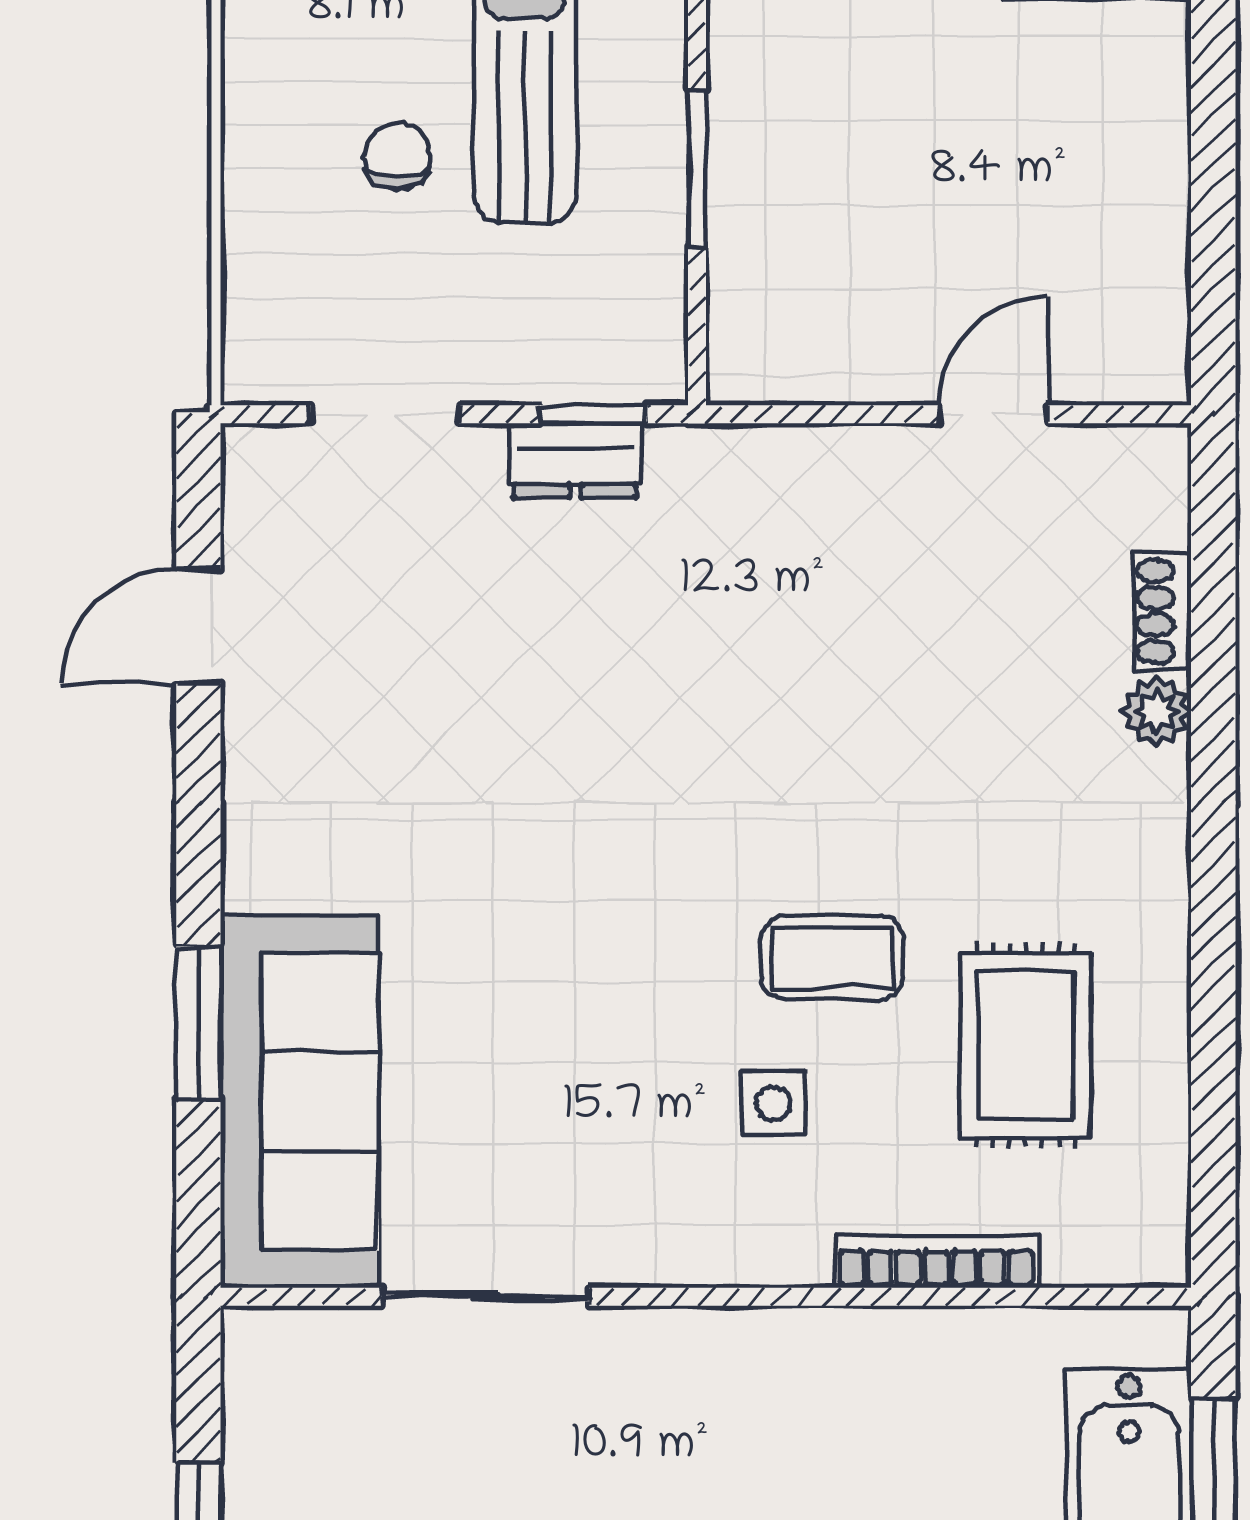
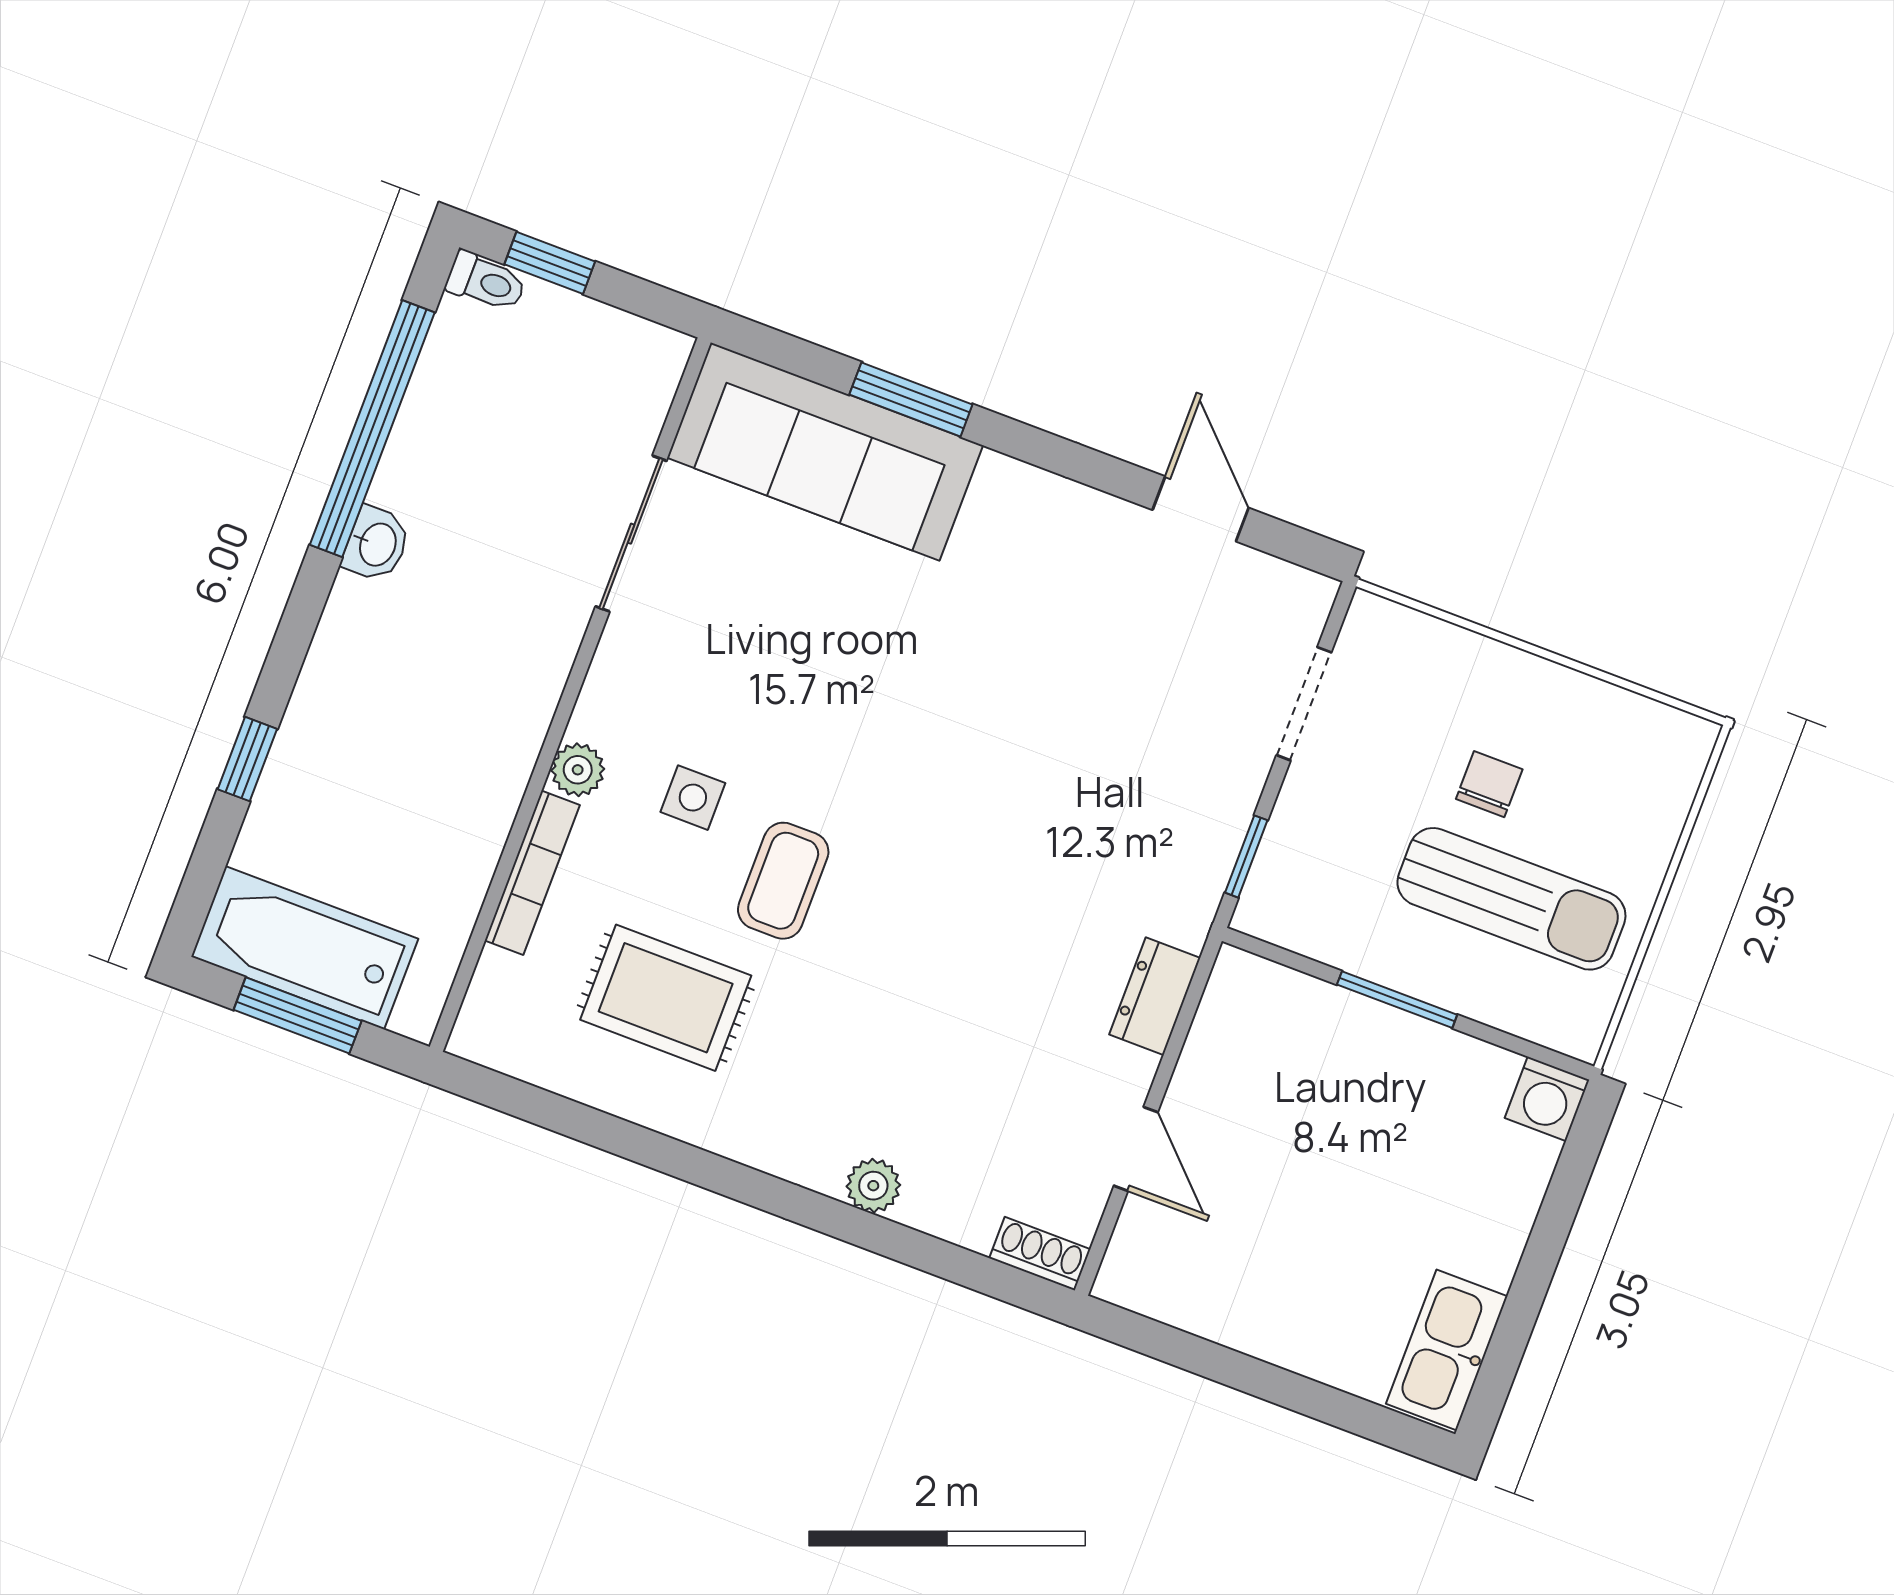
chair: (397, 156) -> (1489, 784), turned -90
dresser: (575, 460) -> (1155, 996), moved
shoe rack: (1163, 611) -> (1040, 1254), moved
plant: (792, 1254) -> (578, 770), added

